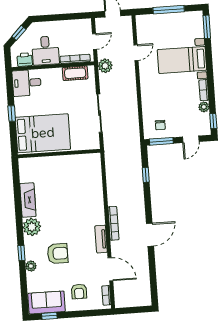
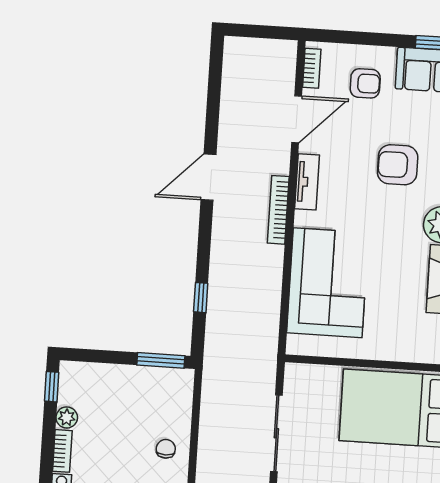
chair: (160, 125) -> (166, 449), moved
door: (191, 139) -> (101, 357), removed
corner sofa: (84, 191) -> (328, 283), added
door: (110, 269) -> (297, 119), swing flipped
armchair: (79, 291) -> (365, 83), turned 90

